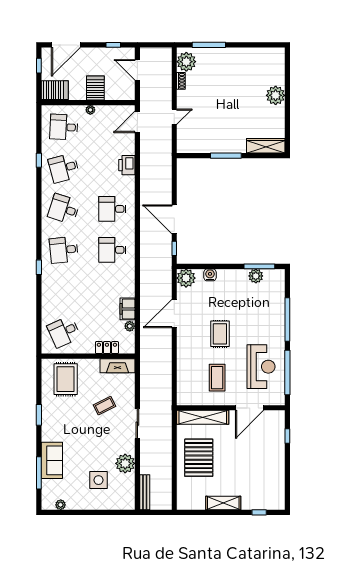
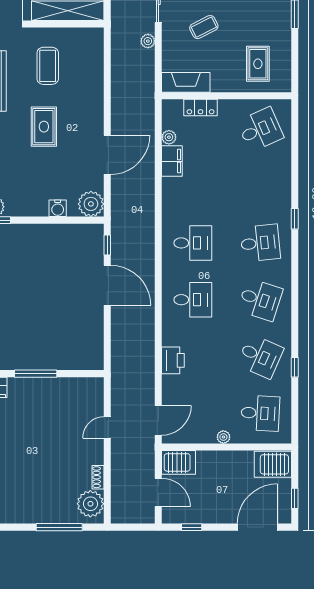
server rack: (95, 88) -> (179, 462), moved, turned -90
desk: (64, 168) -> (260, 356), turned 39
rug: (66, 379) -> (258, 64), width x0.73, depth x0.70
plant: (145, 395) -> (148, 41), added

